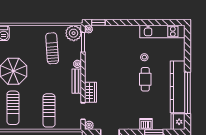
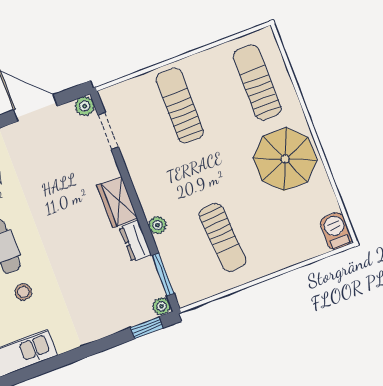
plant: (74, 33) -> (190, 286), removed
dresser: (89, 61) -> (135, 241), added
bench: (77, 81) -> (145, 189), removed
wardrobe: (91, 92) -> (117, 202), moved

